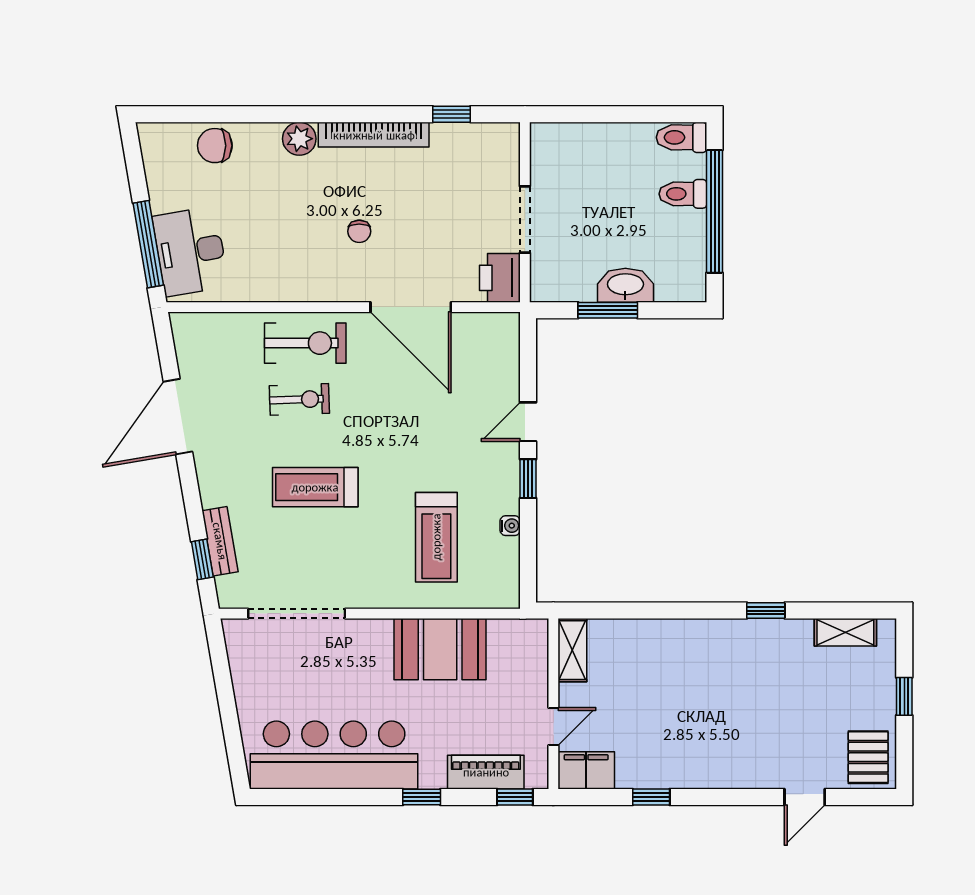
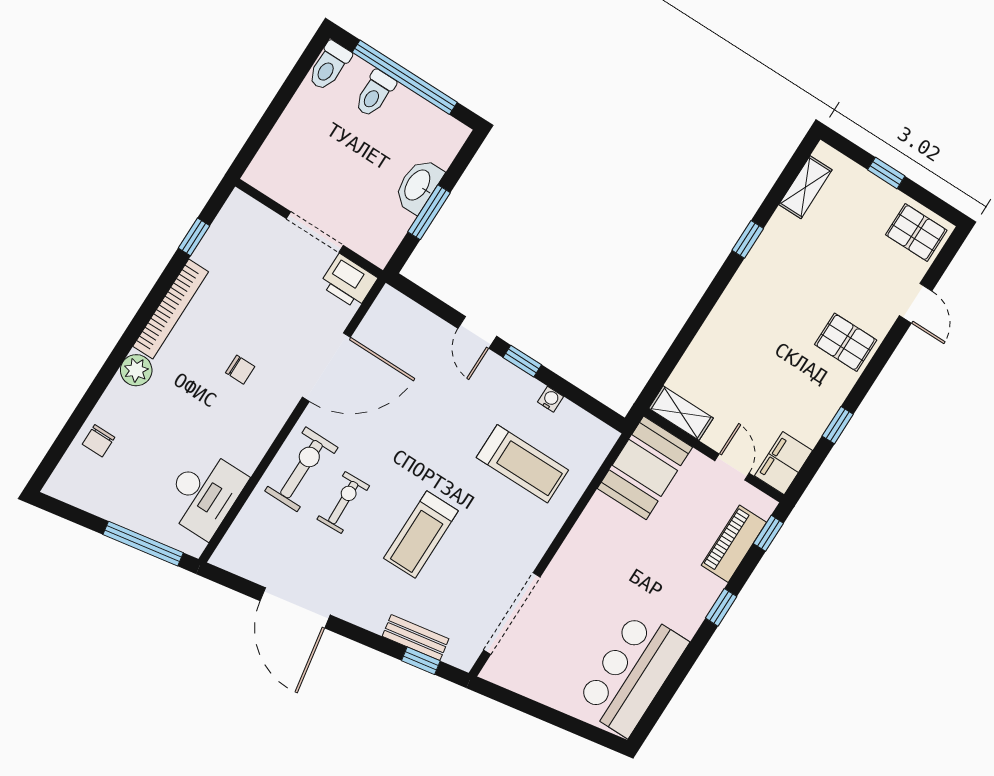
chair: (215, 146) -> (99, 441), width x0.73, depth x0.73
desk: (190, 251) -> (204, 494), moved, turned -80
booth: (440, 649) -> (645, 468), moved
bar counter: (334, 755) -> (632, 673), width x0.73
pallet: (730, 757) -> (846, 342), added

